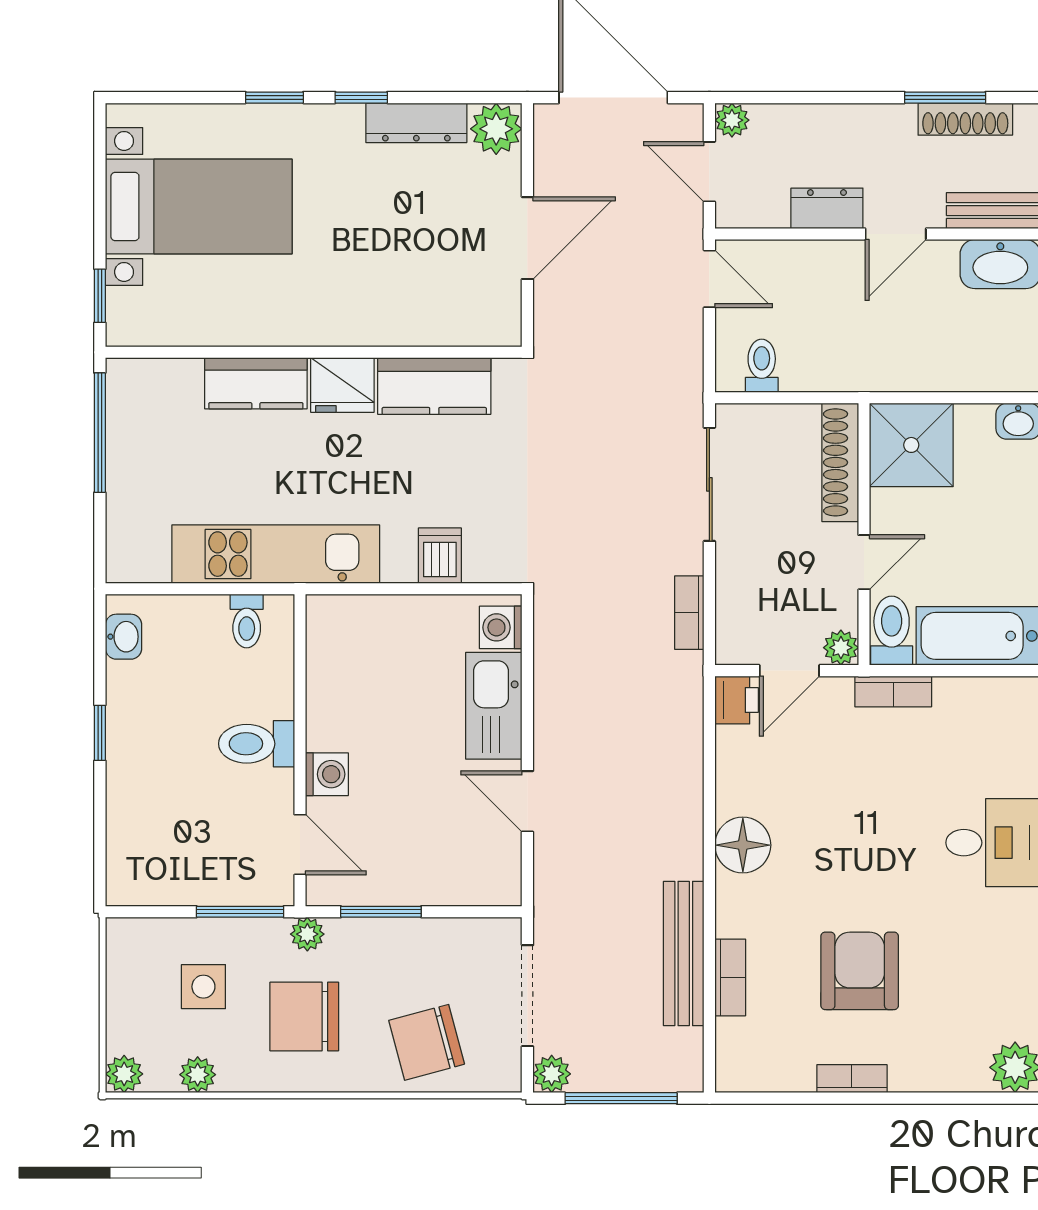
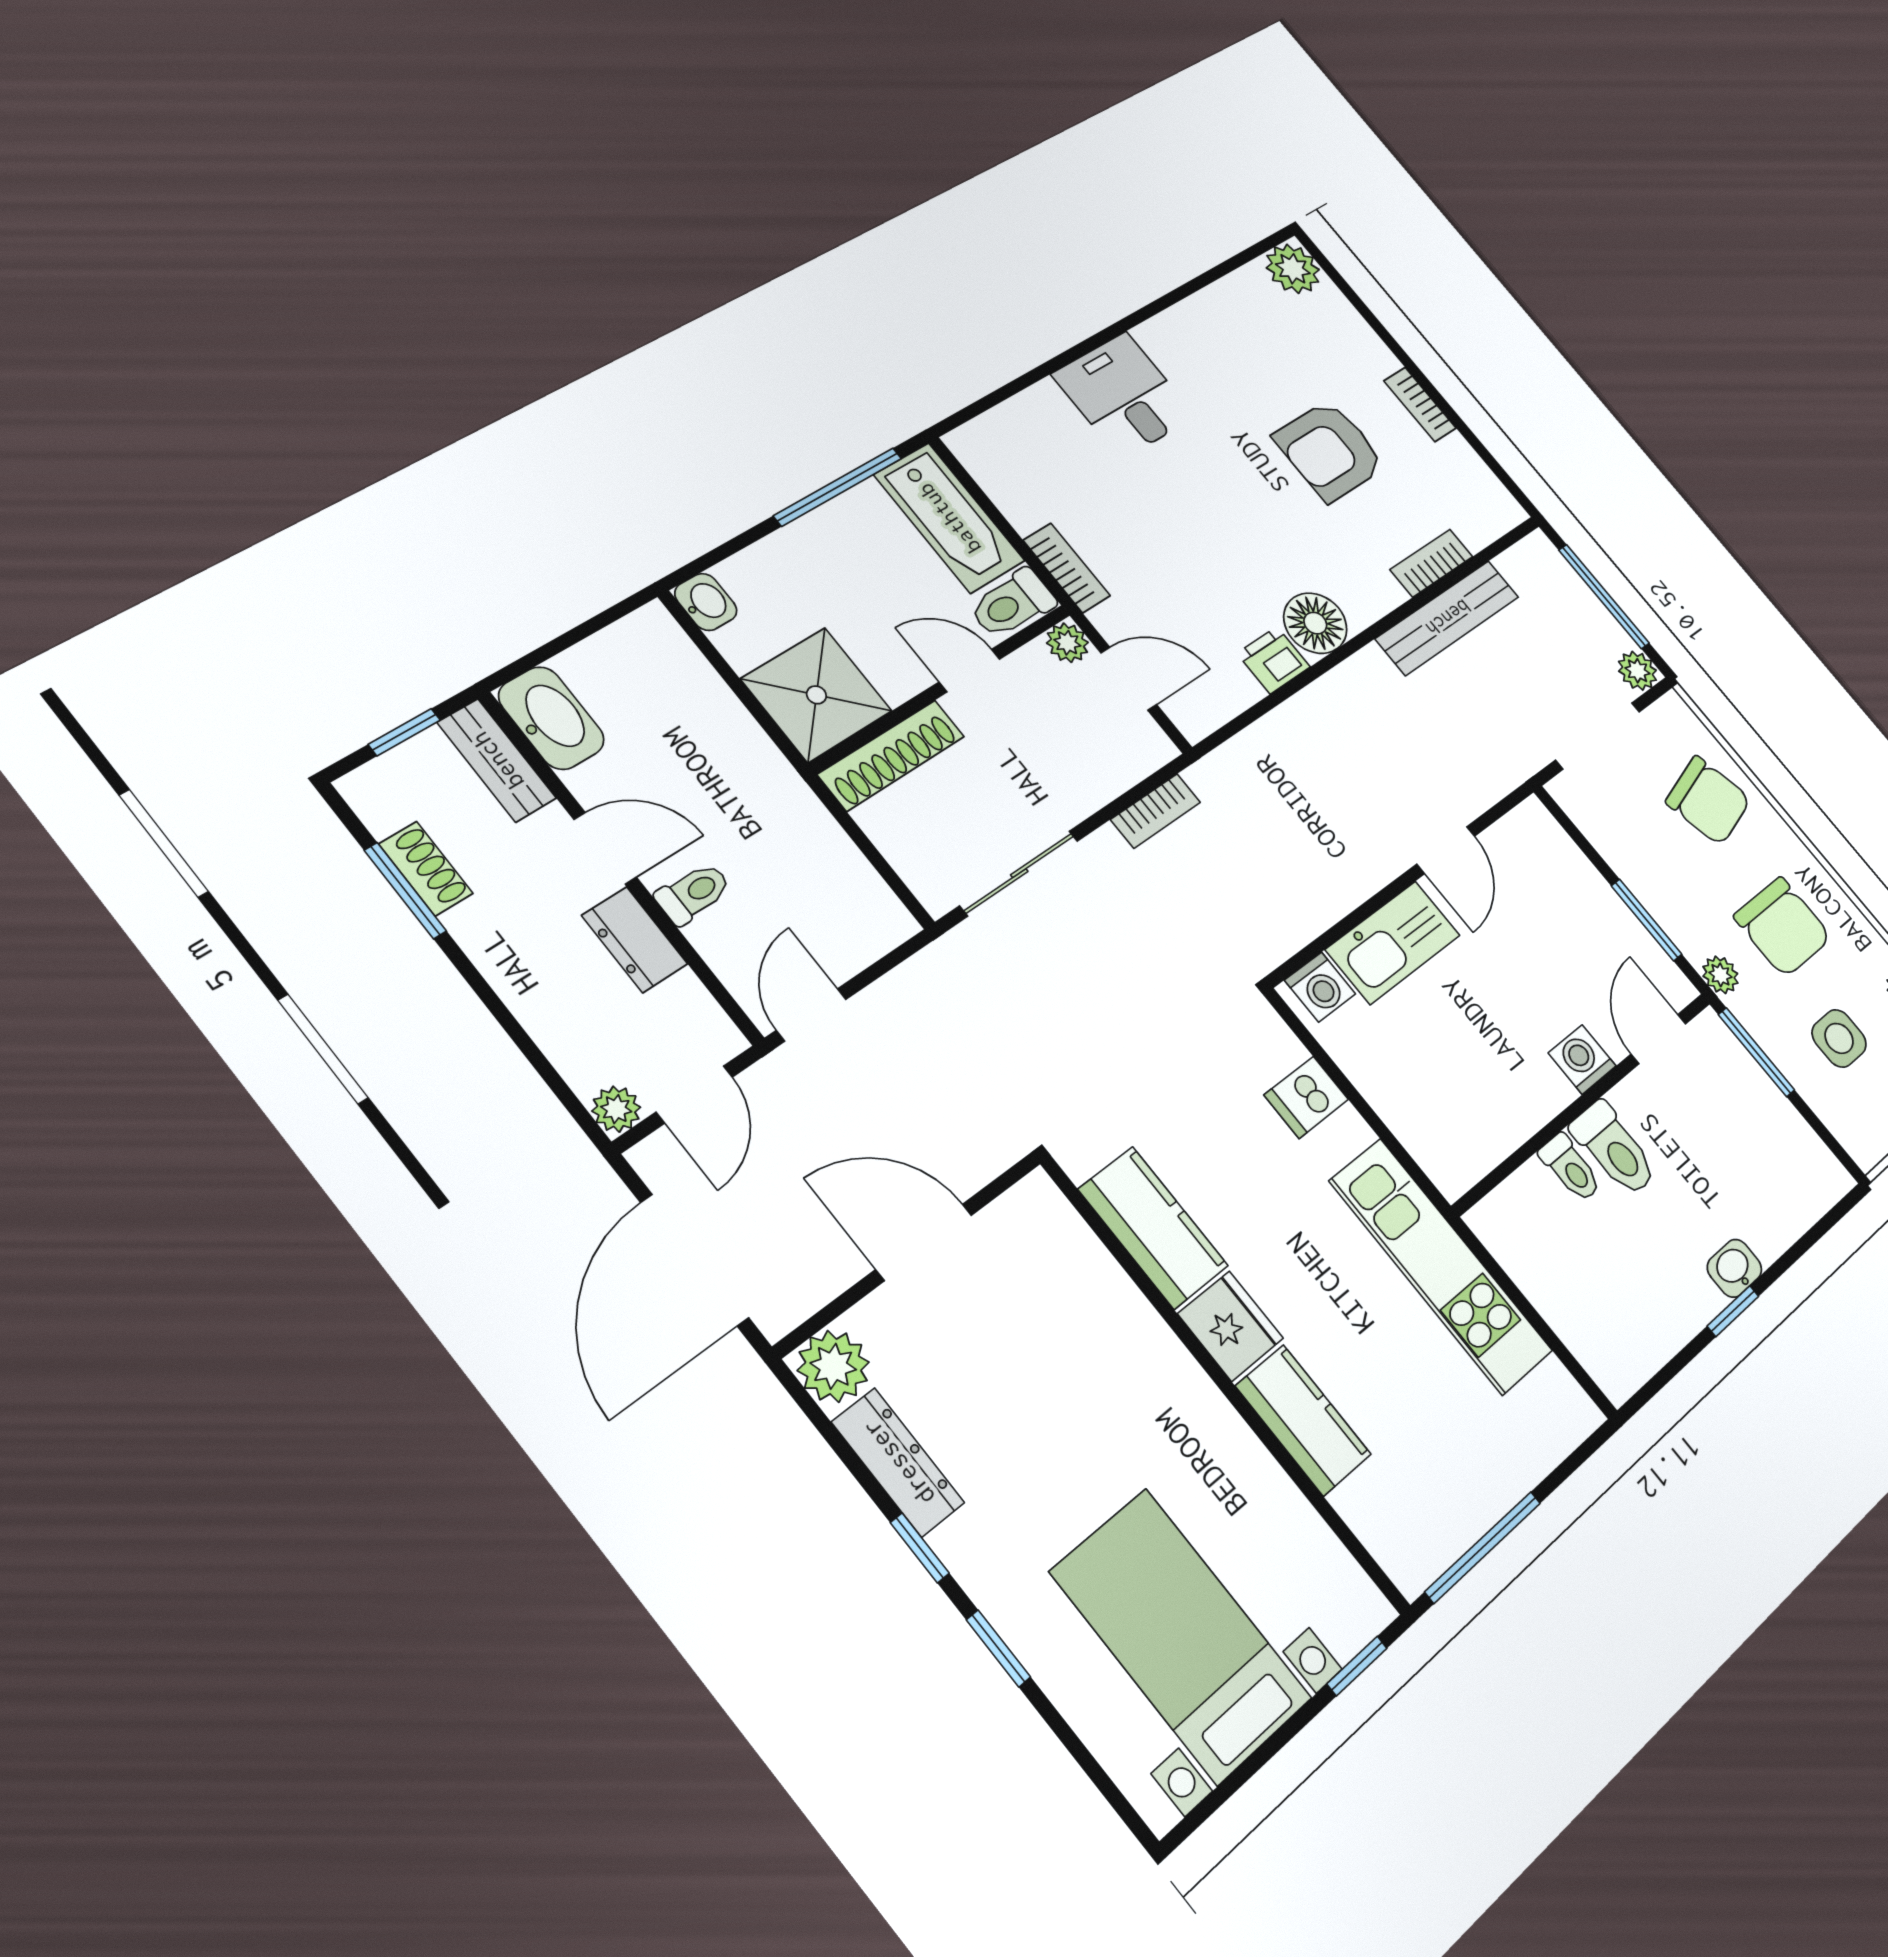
shoe rack: (965, 119) -> (426, 869), width x0.70
toilet: (762, 366) -> (694, 893), moved, turned 180
toilet: (247, 621) -> (1571, 1168), moved, turned 90
washbasin: (124, 637) -> (1734, 1268), moved
printer: (737, 700) -> (1274, 660), moved

